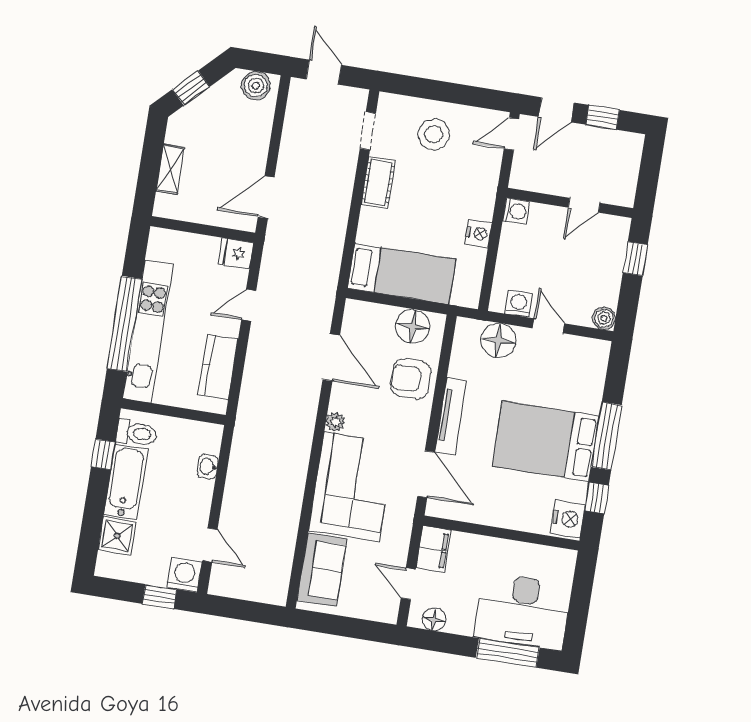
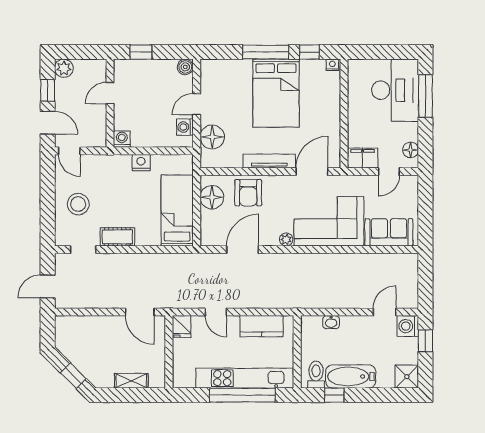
boiler: (256, 86) -> (65, 331), removed
plant: (630, 145) -> (64, 68), added
door: (584, 205) -> (110, 93), swing flipped
nightstand: (568, 519) -> (332, 65), width x0.53, depth x0.56
shower: (117, 536) -> (407, 377), moved

